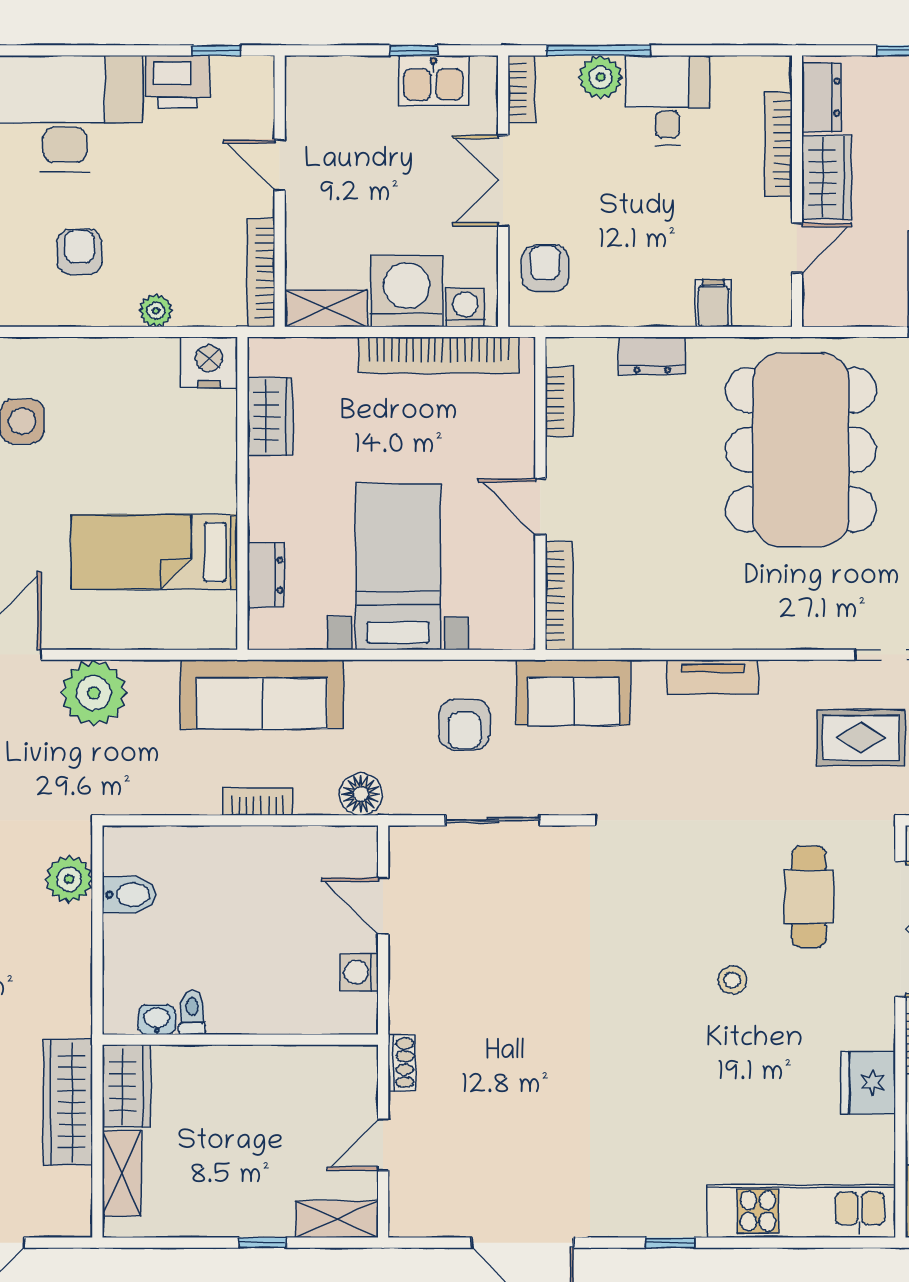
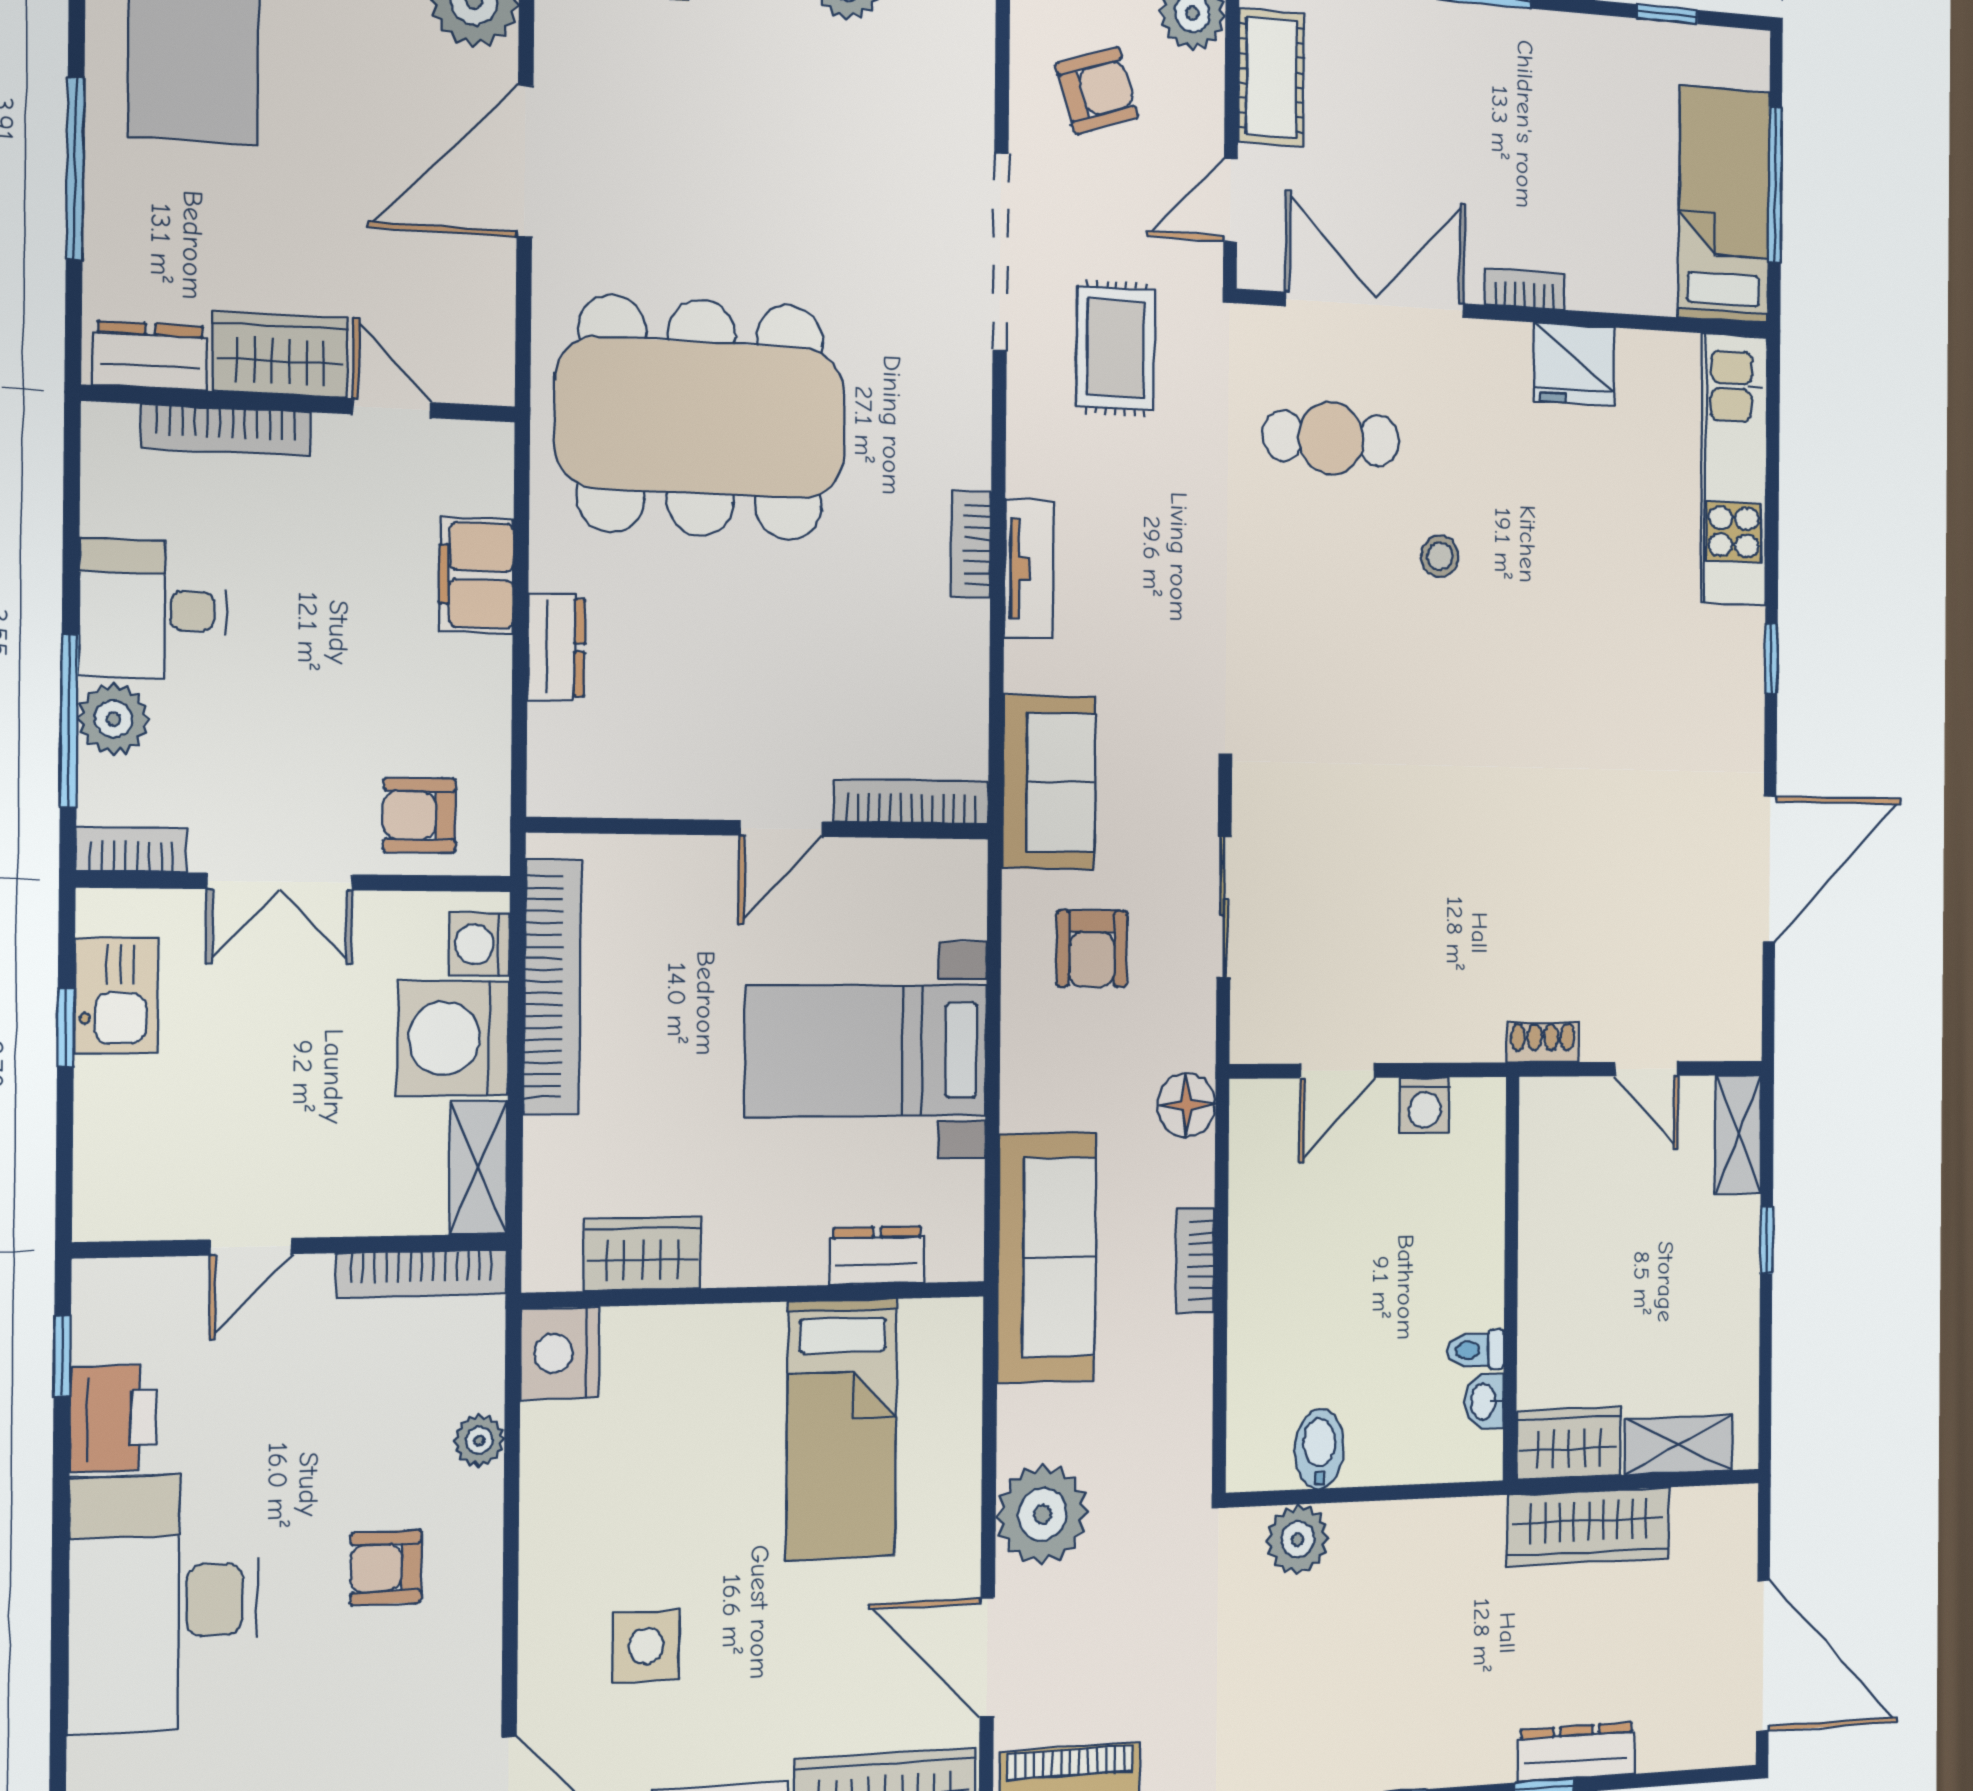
filing cabinet: (713, 303) -> (476, 575), width x2.00
bookcase: (559, 402) -> (971, 544), moved, turned -90
armchair: (464, 724) -> (1092, 949), turned 90

